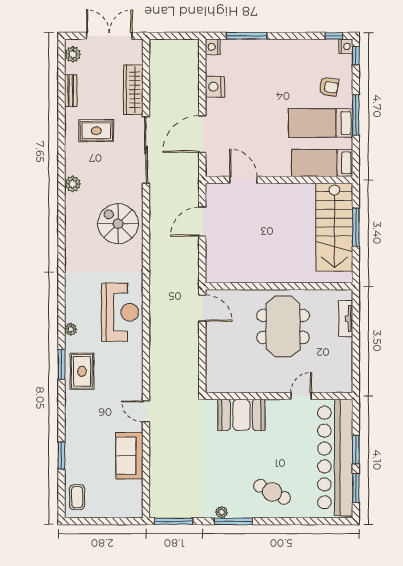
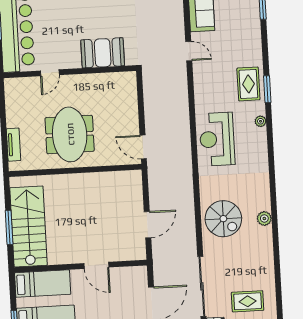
door: (243, 180) -> (96, 265), moved
plant: (73, 184) -> (264, 219), moved

